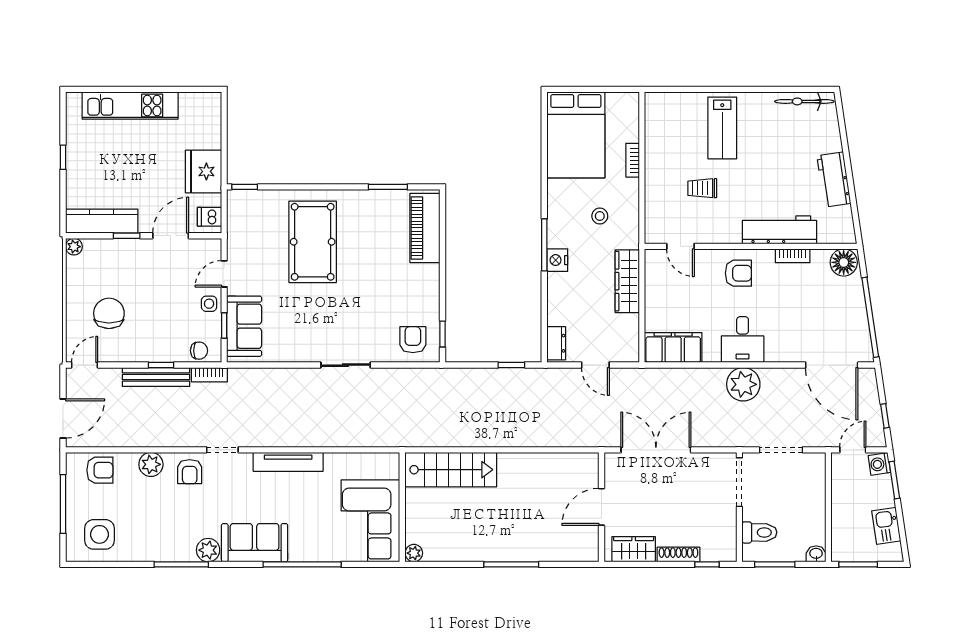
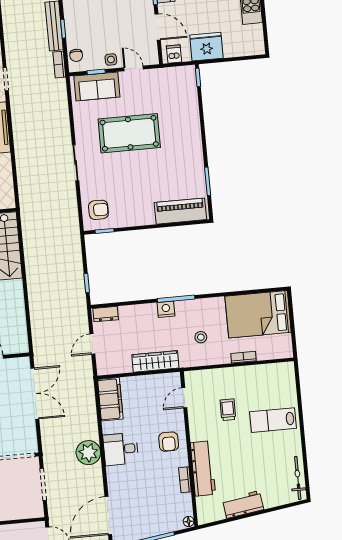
pool table: (313, 242) -> (129, 133), moved
floor lamp: (844, 262) -> (189, 521), width x0.53, depth x0.53

